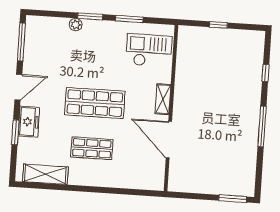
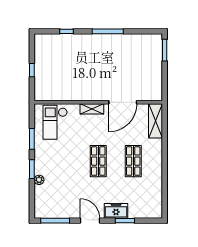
shop shelf: (95, 103) -> (98, 161), width x0.70, depth x0.74
shelving: (45, 174) -> (156, 121), moved

